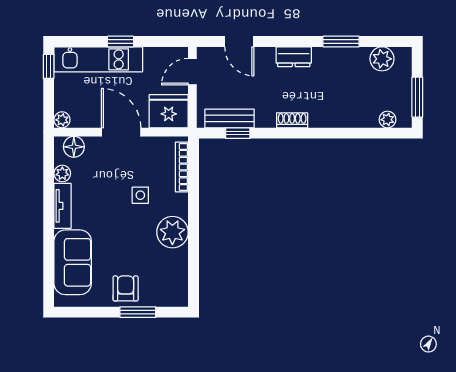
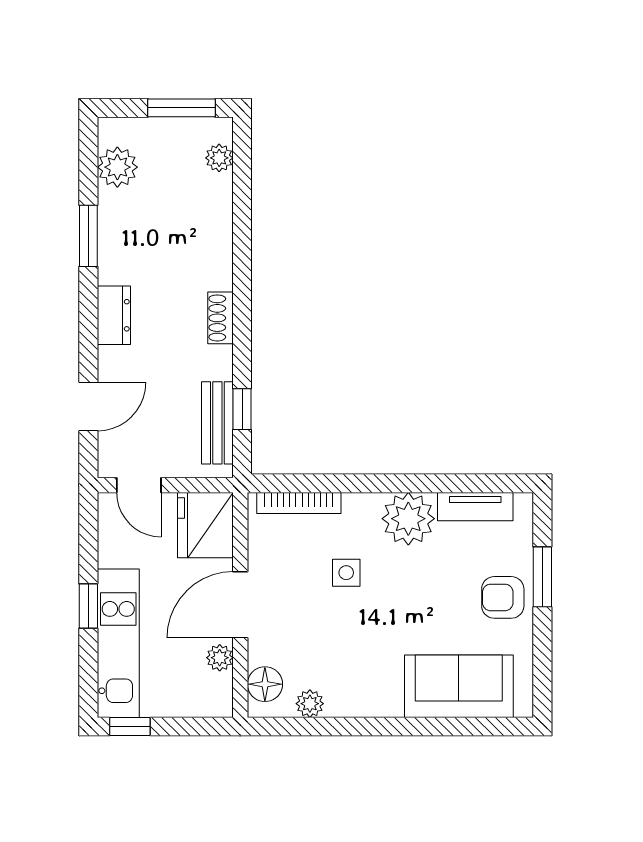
plant: (62, 120) -> (220, 658), moved
tv unit: (63, 206) -> (475, 507), moved, turned 180

